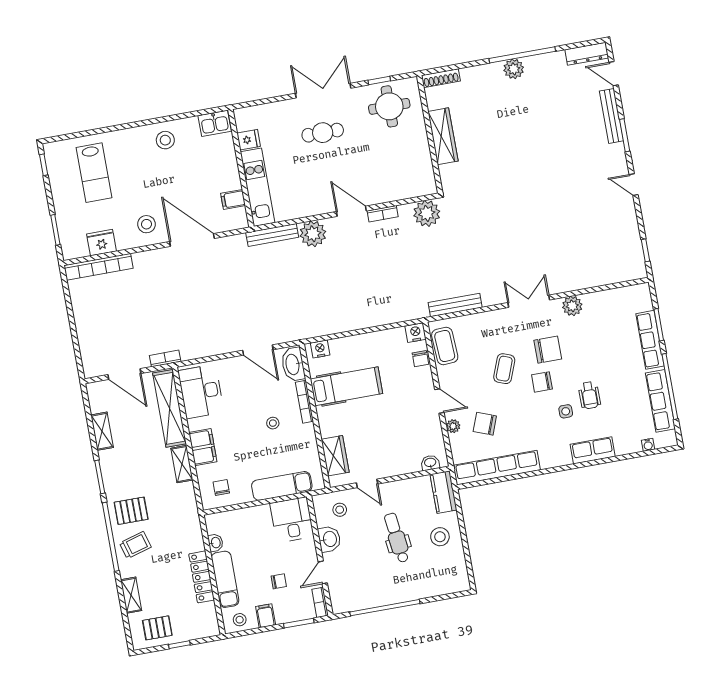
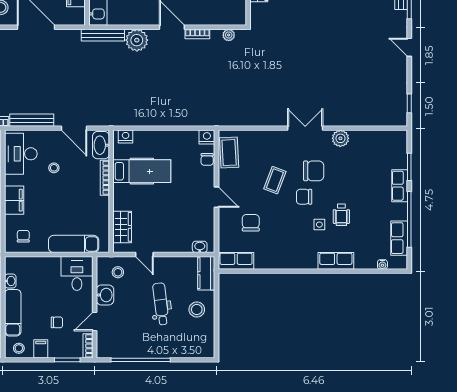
plant: (427, 213) -> (229, 35), width x0.53, depth x0.53
bench: (455, 305) -> (32, 120), moved
row of seats: (650, 340) -> (400, 186), width x0.68
row of seats: (660, 401) -> (399, 238), width x0.68
stool: (273, 423) -> (54, 168), moved
chair: (485, 424) -> (251, 223), turned 69
plant: (453, 426) -> (224, 220), removed
row of seats: (497, 468) -> (236, 261), width x0.50

